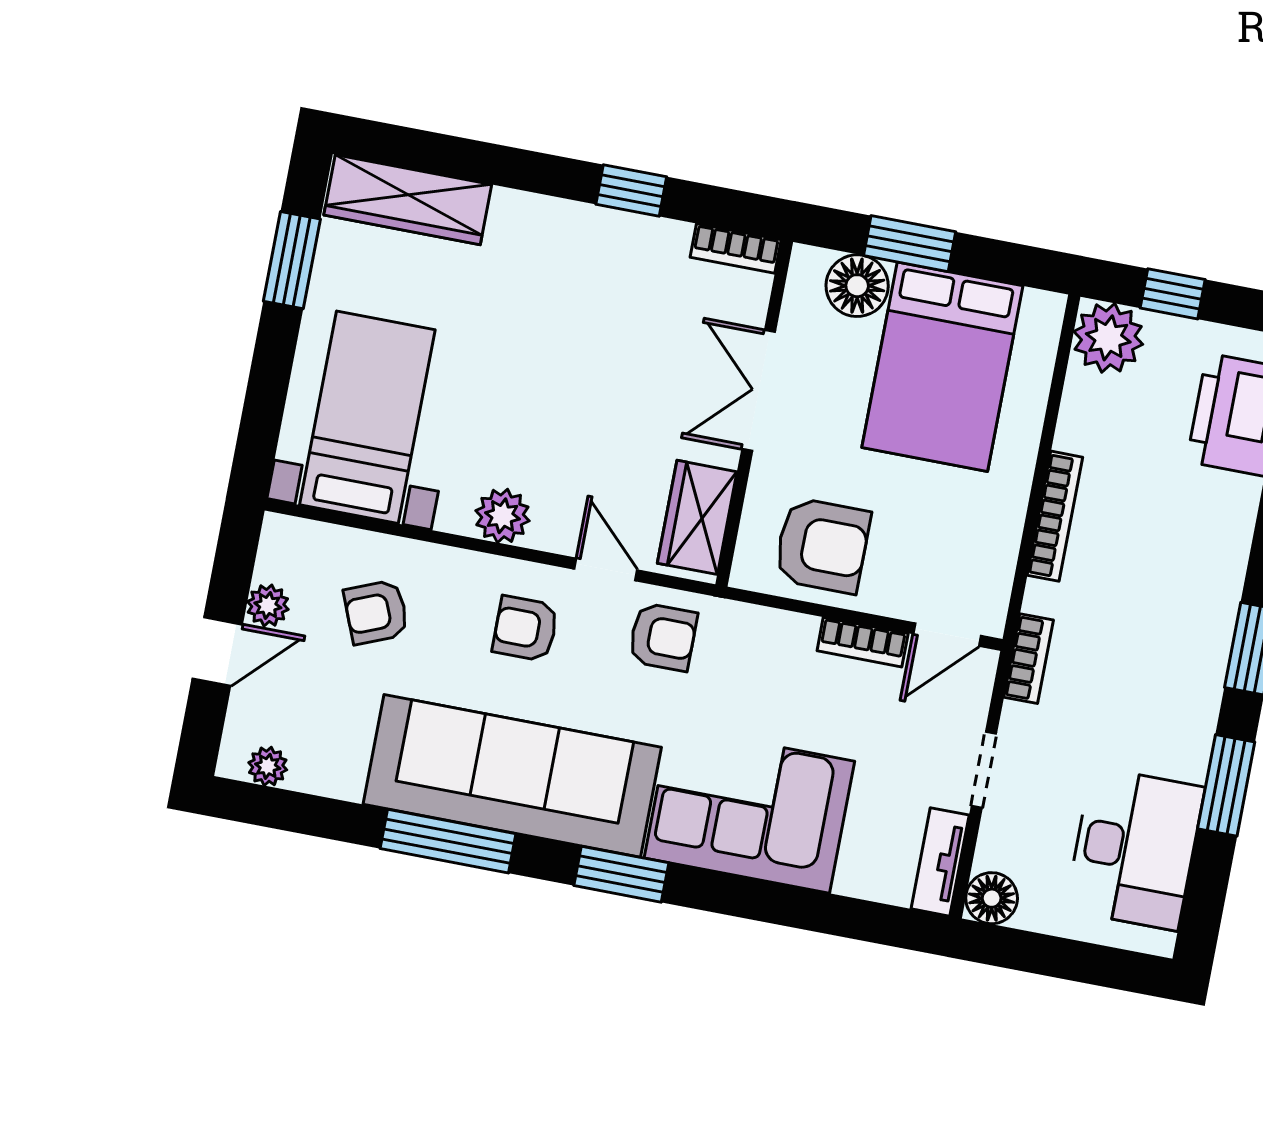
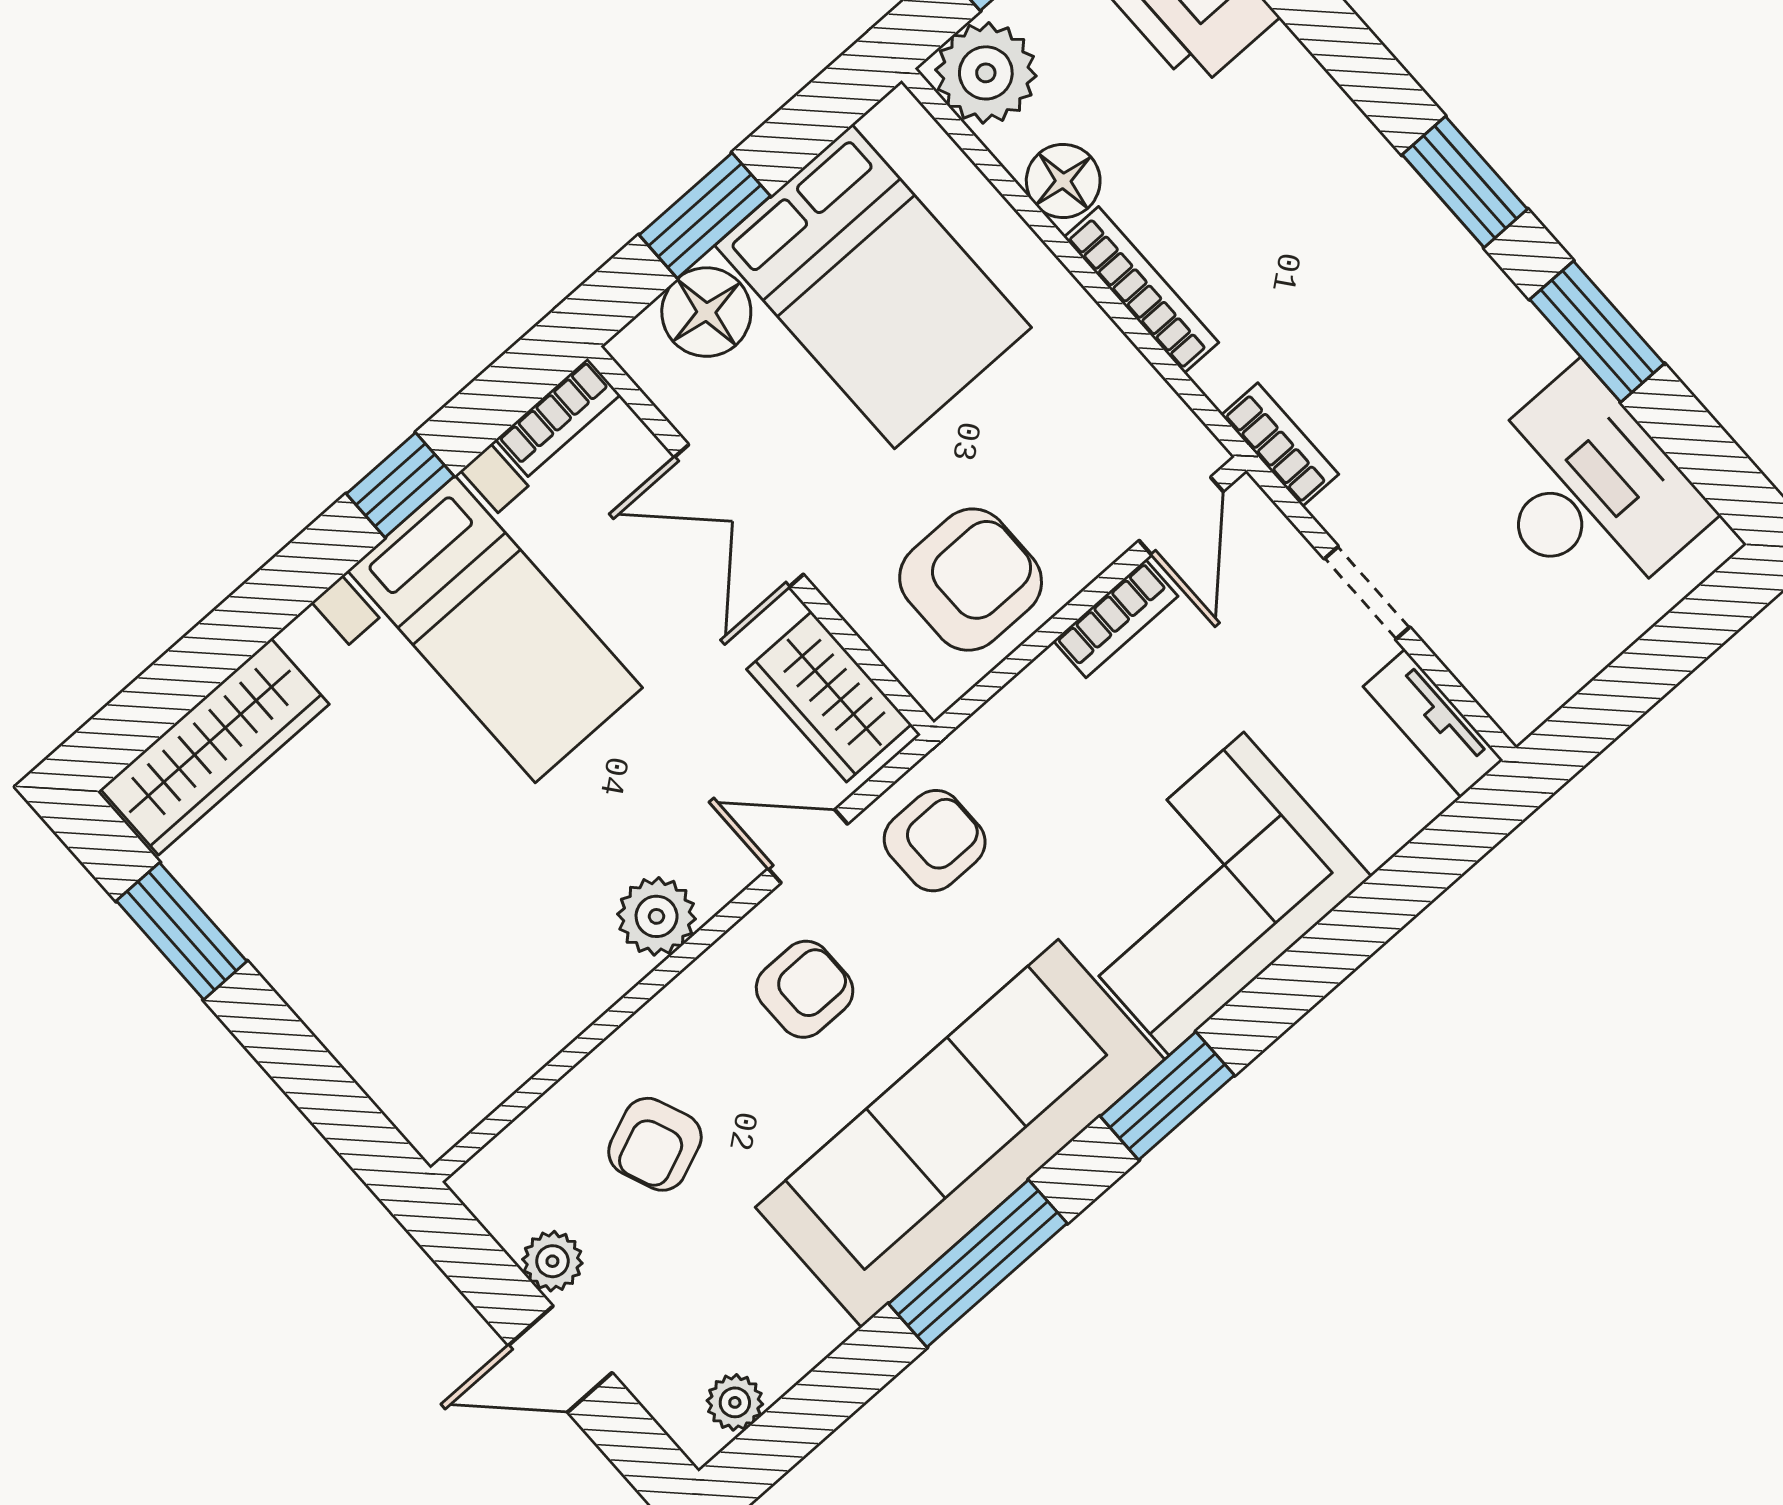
bed with nightstands: (367, 417) -> (495, 629), moved, turned 180
armchair: (525, 629) -> (805, 989), turned 180
door: (217, 651) -> (560, 1359), swing flipped
floor lamp: (992, 898) -> (1063, 181), moved

